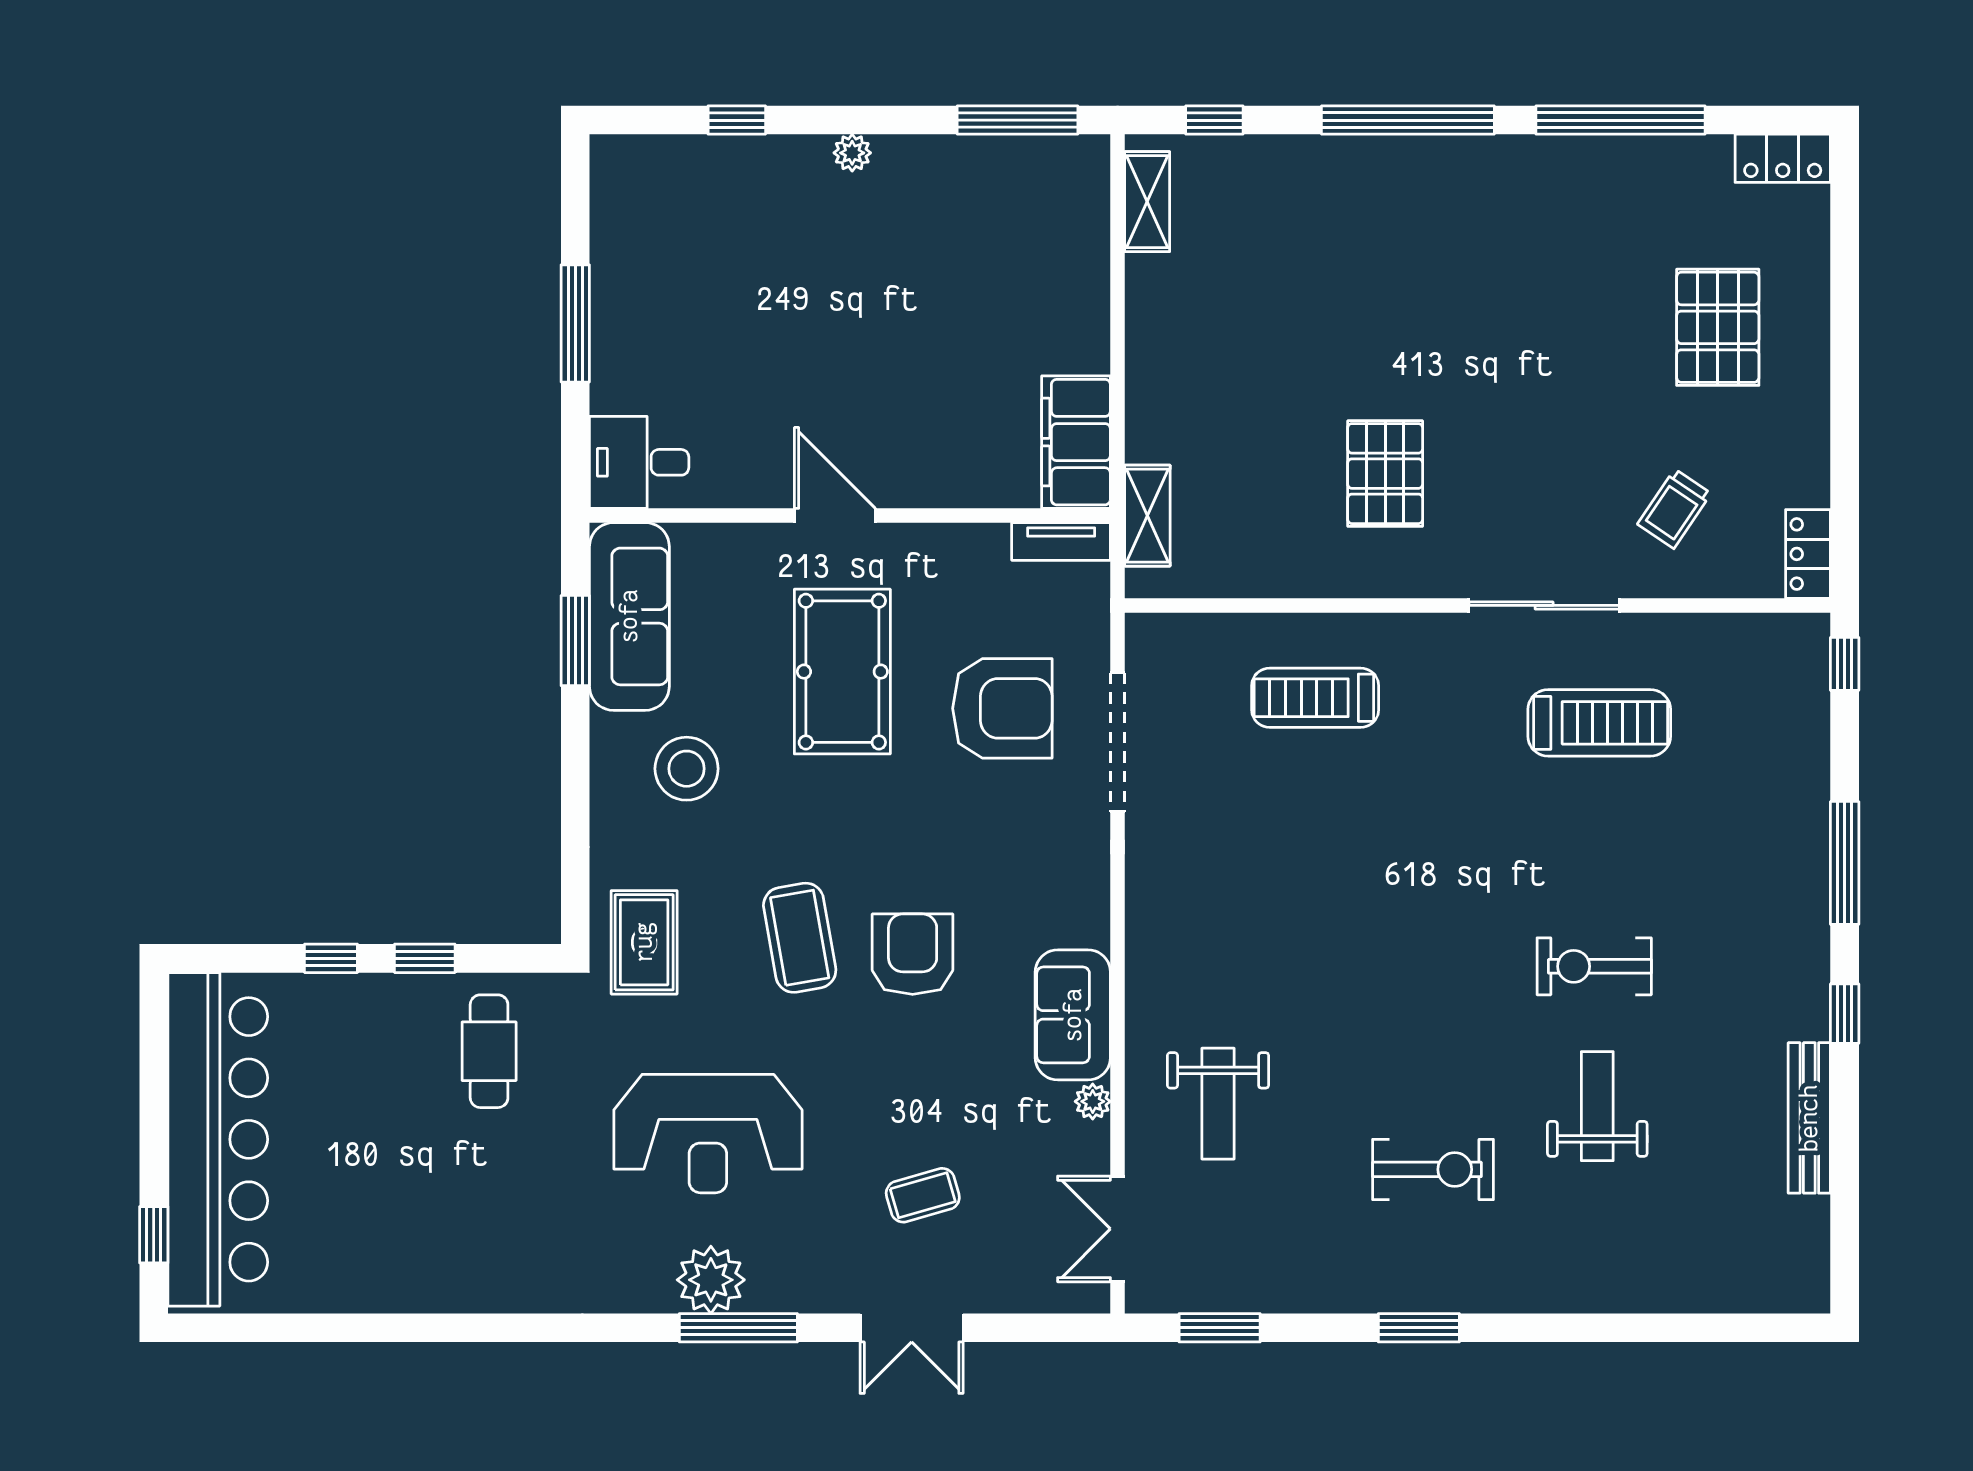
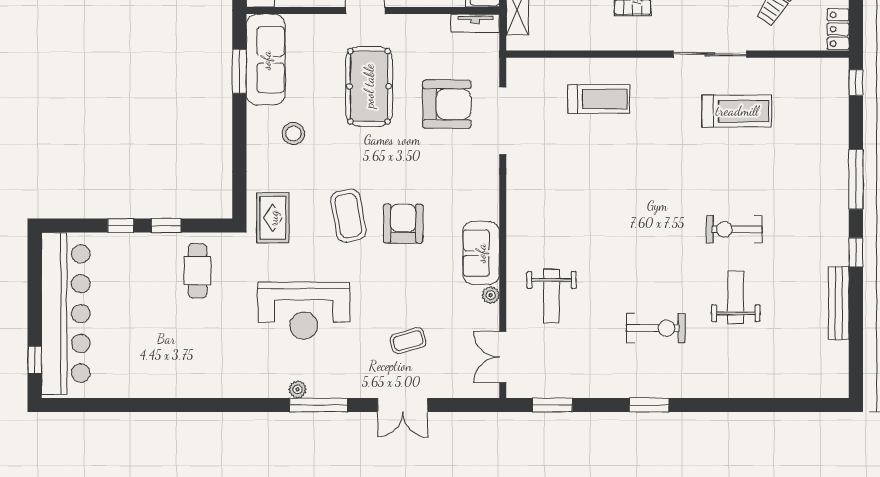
treadmill: (1315, 698) -> (599, 99), turned 180
stool: (687, 769) -> (293, 133), width x0.73, depth x0.73
plant: (711, 1280) -> (298, 389), width x0.53, depth x0.53

